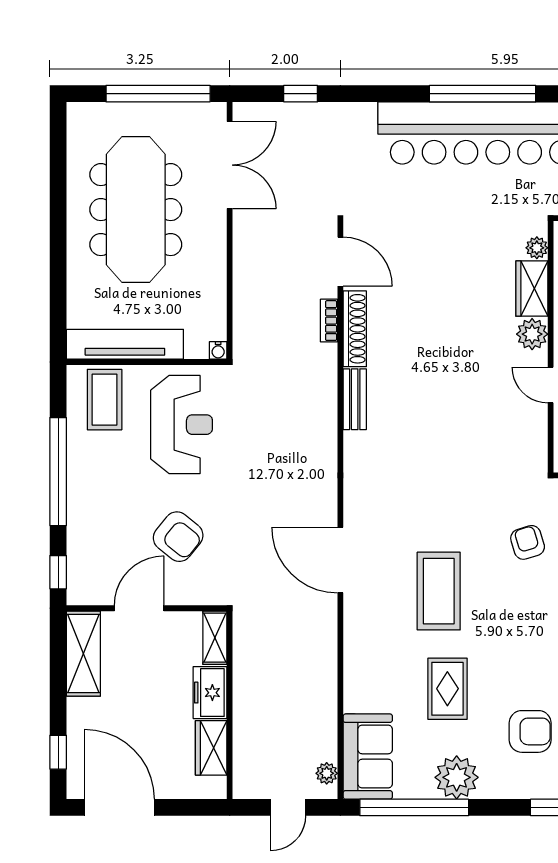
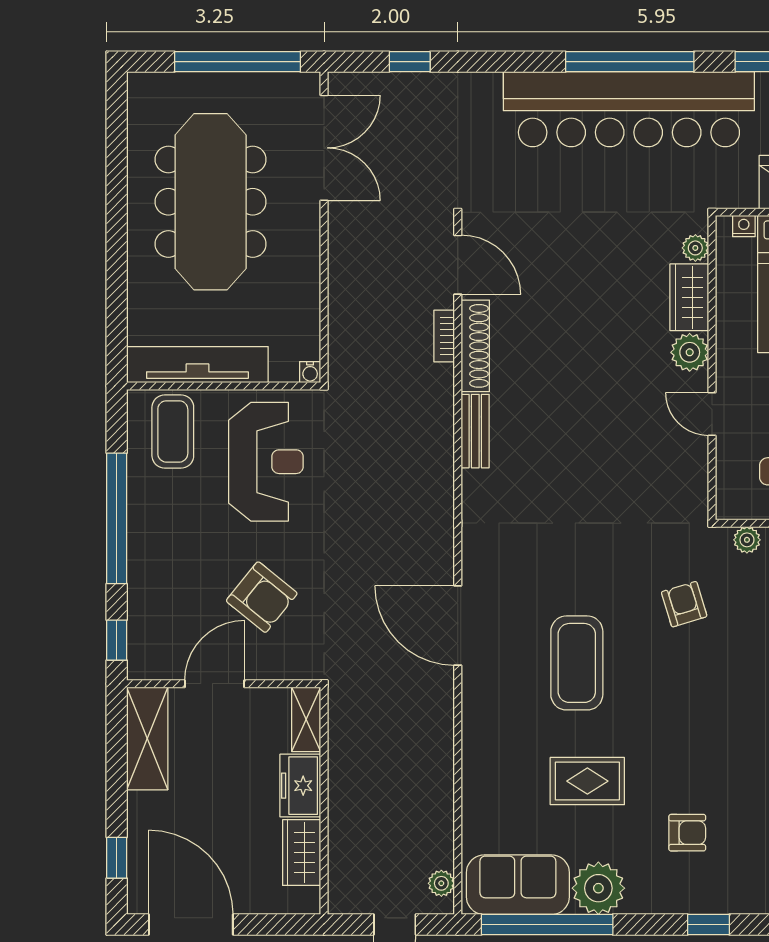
rug: (447, 689) -> (587, 781), turned 90
armchair: (530, 731) -> (687, 833), width x0.72, depth x0.72
sofa: (368, 757) -> (518, 885), moved, turned -90

